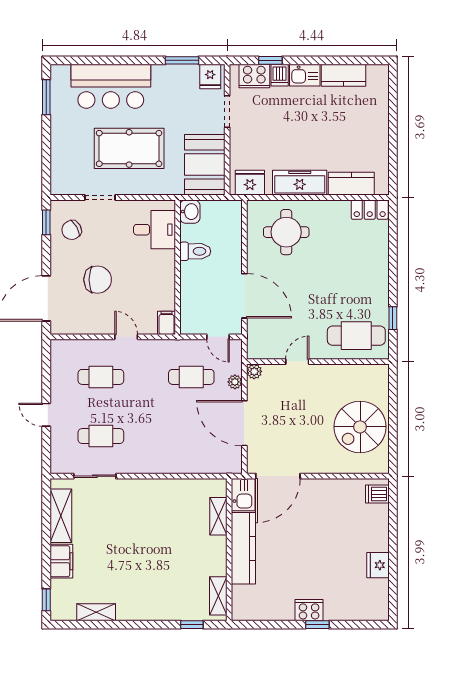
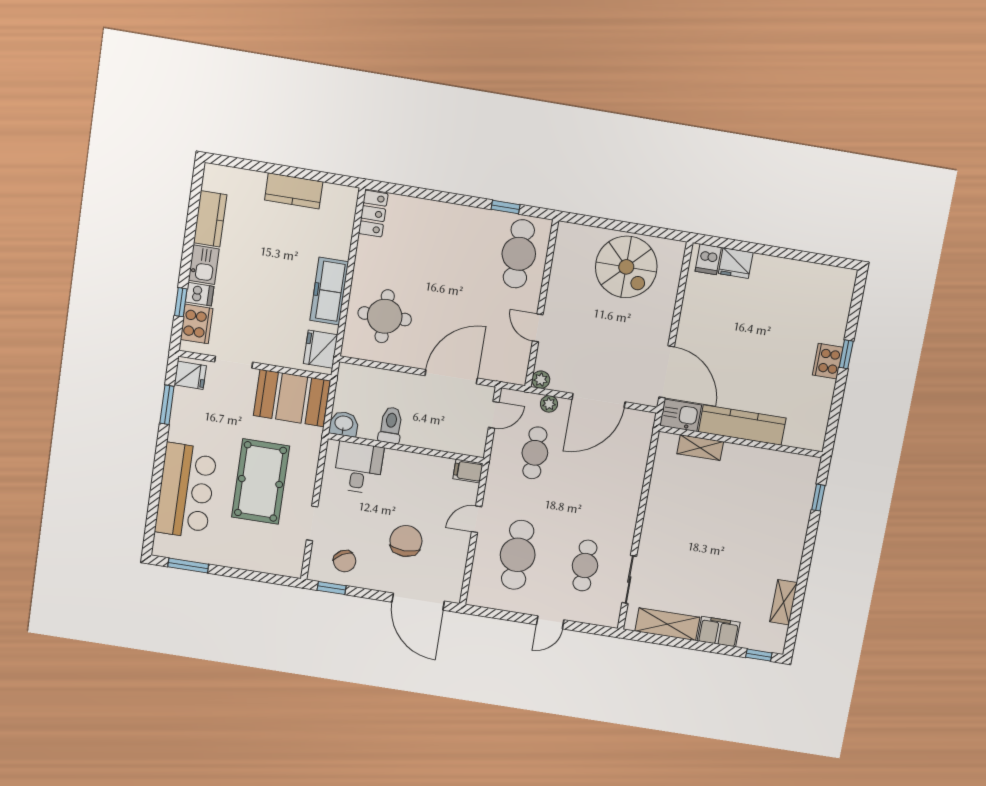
kitchen counter: (351, 184) -> (294, 191), moved, turned -90
cafe table: (101, 377) -> (518, 555), width x1.37, depth x1.35
fridge: (378, 565) -> (736, 263), moved
shelving: (218, 596) -> (791, 463), removed

